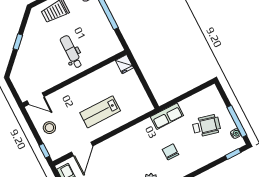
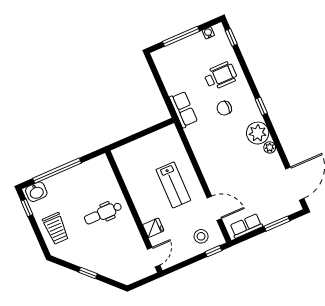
fridge: (124, 64) -> (153, 228), moved
window: (237, 121) -> (181, 36), moved
wheelchair: (206, 126) -> (221, 76), moved, turned 76
stool: (49, 128) -> (201, 236), moved

